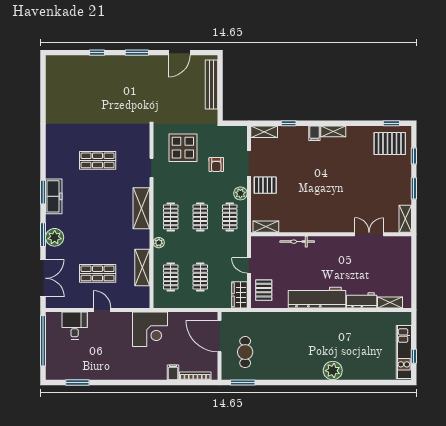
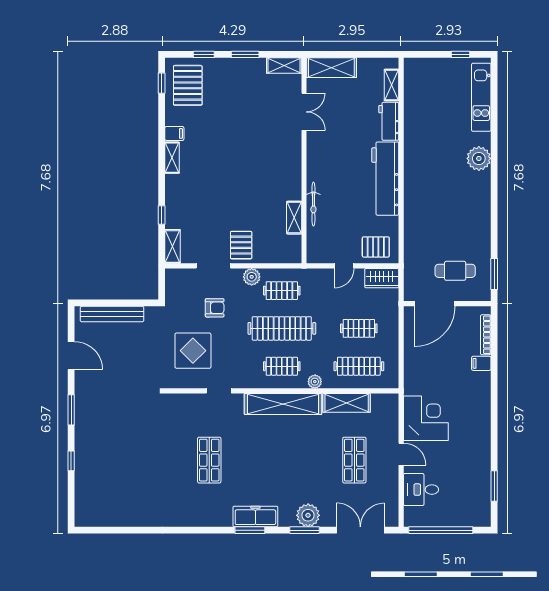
filing cabinet: (314, 133) -> (174, 133), moved
shelving: (141, 208) -> (283, 404), width x1.47
clothes rail: (200, 217) -> (282, 328), width x1.86, depth x1.31
shelving: (266, 227) -> (294, 218), moved
double door: (369, 234) -> (304, 112), swing flipped
shelving: (404, 256) -> (331, 68), added
clothes rail: (171, 277) -> (359, 366), width x1.36
door: (102, 310) -> (401, 454), swing flipped
corner desk: (150, 329) -> (426, 418), moved
kitchen unit: (404, 352) -> (481, 97), moved, turned 90

